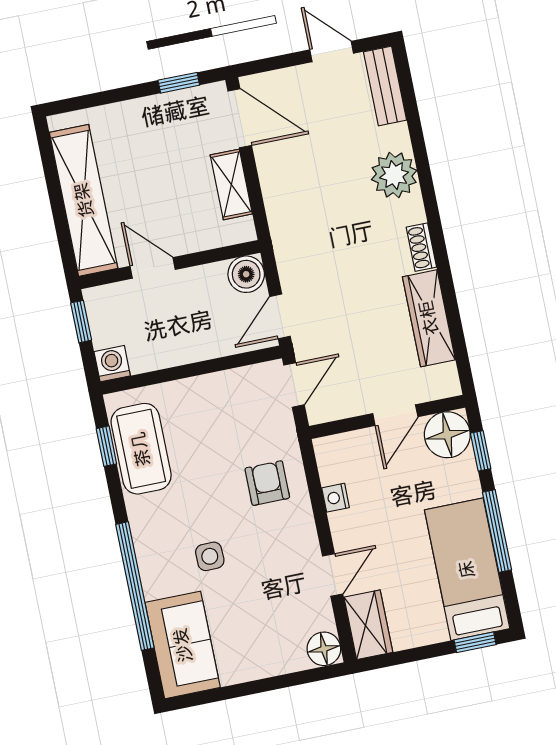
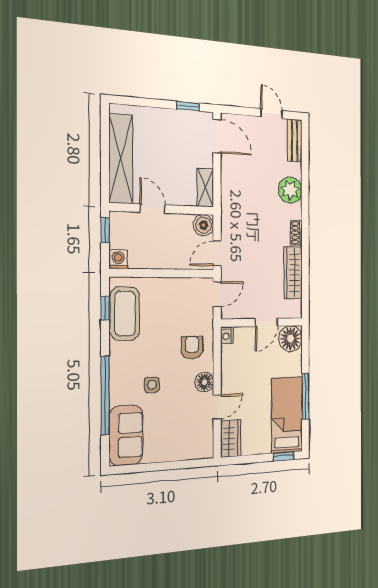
shelving: (231, 184) -> (205, 188), moved
window: (481, 451) -> (305, 351), removed
nightstand: (336, 498) -> (227, 336), moved
floor lamp: (324, 649) -> (204, 382), moved

